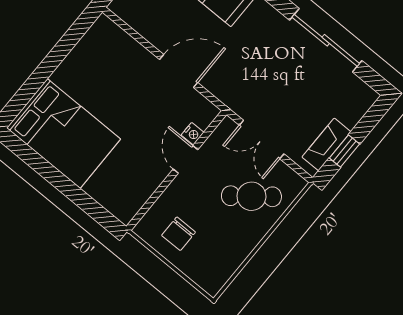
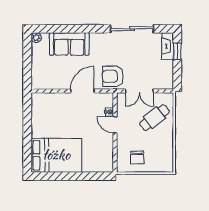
armchair: (240, 86) -> (113, 76), added
fireplace: (326, 144) -> (168, 46), moved
window: (344, 151) -> (177, 51), moved

